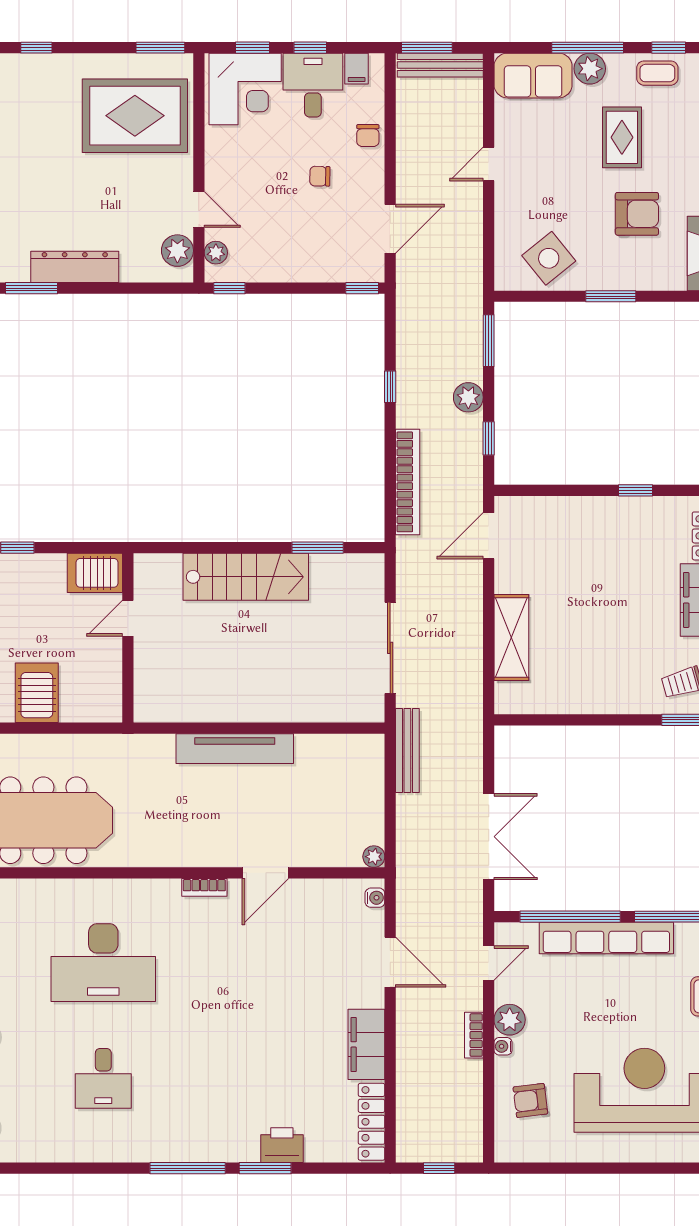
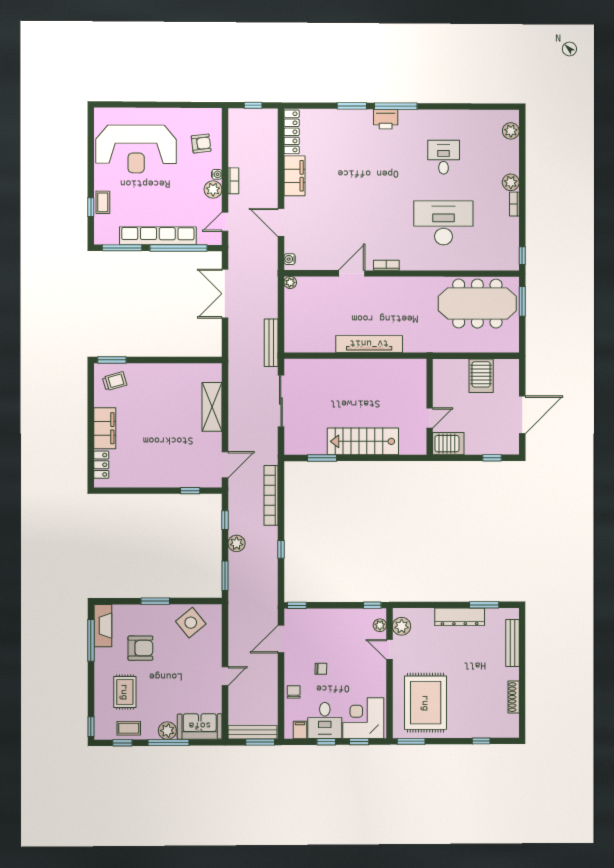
rug: (135, 116) -> (426, 703), turned 90
rug: (622, 137) -> (125, 692), moved
armchair: (637, 214) -> (140, 648), turned 180
window: (636, 490) -> (190, 491), moved
printer: (282, 1145) -> (386, 119), moved

